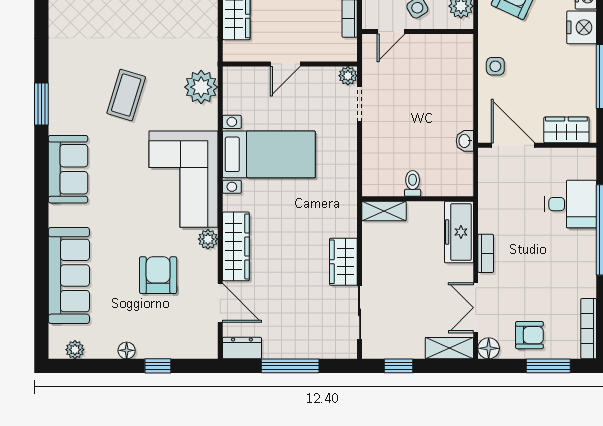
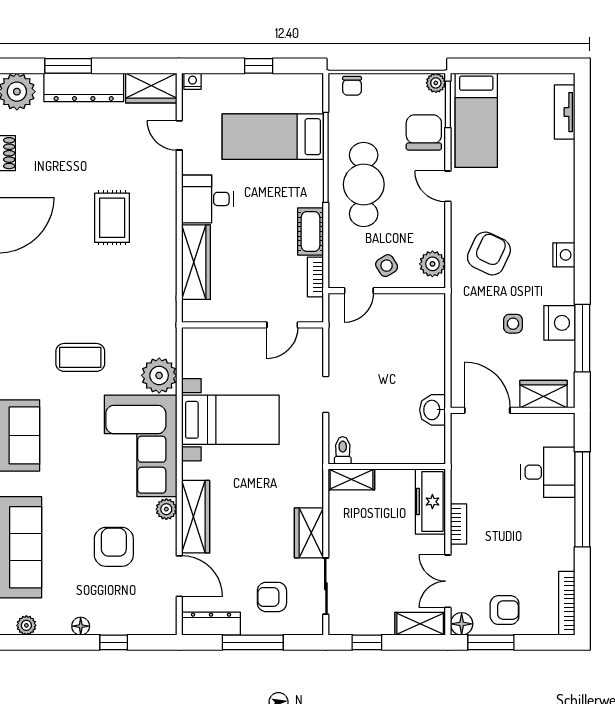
nightstand: (582, 27) -> (559, 323), moved
door: (285, 64) -> (282, 325), moved
side table: (495, 66) -> (513, 324), moved
plant: (348, 76) -> (314, 337), removed
plant: (201, 87) -> (159, 375), moved
coffee table: (126, 95) -> (80, 357), turned 73
doorway: (360, 104) -> (326, 395), moved
washbasin: (465, 141) -> (433, 410), width x1.38, depth x1.45
toilet: (413, 183) -> (343, 450), moved
armchair: (308, 323) -> (272, 597), added
dresser: (242, 348) -> (211, 624), width x1.44
window: (548, 366) -> (491, 642), moved

